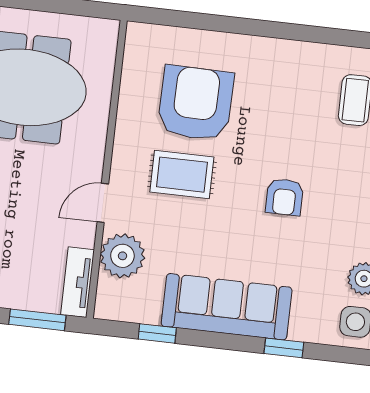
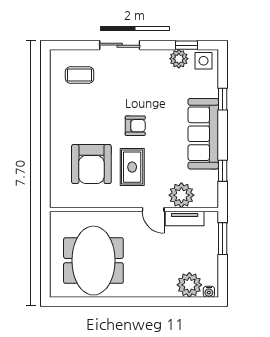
armchair: (196, 103) -> (91, 164), turned -91
armchair: (285, 197) -> (135, 126), moved
tv unit: (78, 282) -> (185, 219), moved

